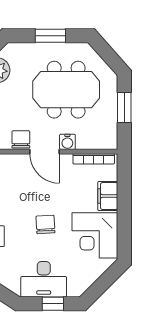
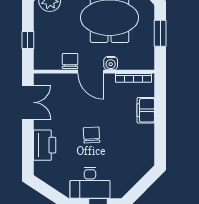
corner desk: (95, 235) -> (134, 145), removed

